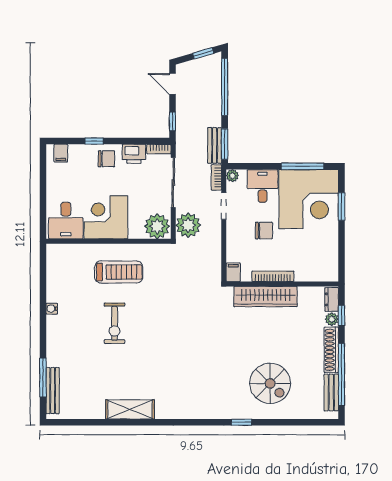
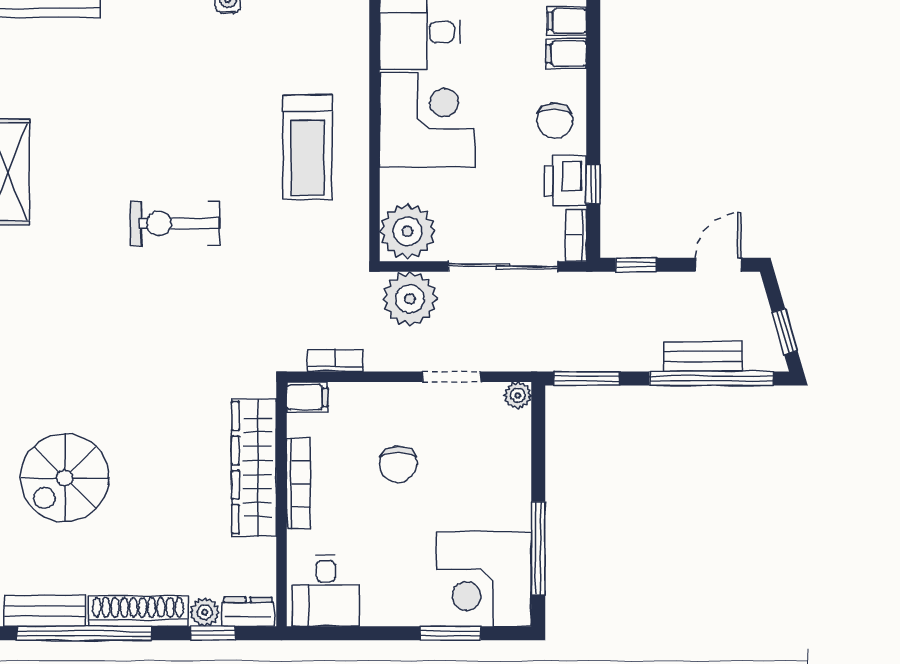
window: (94, 141) -> (593, 184), moved
bench: (215, 145) -> (703, 357), moved
filing cabinet: (76, 153) -> (566, 54), added
bookcase: (216, 177) -> (335, 360), moved
desk: (263, 186) -> (326, 591), moved, turned 90
corner desk: (309, 199) -> (484, 579), width x0.74, depth x0.74
exercise bike: (115, 323) -> (175, 223), moved

